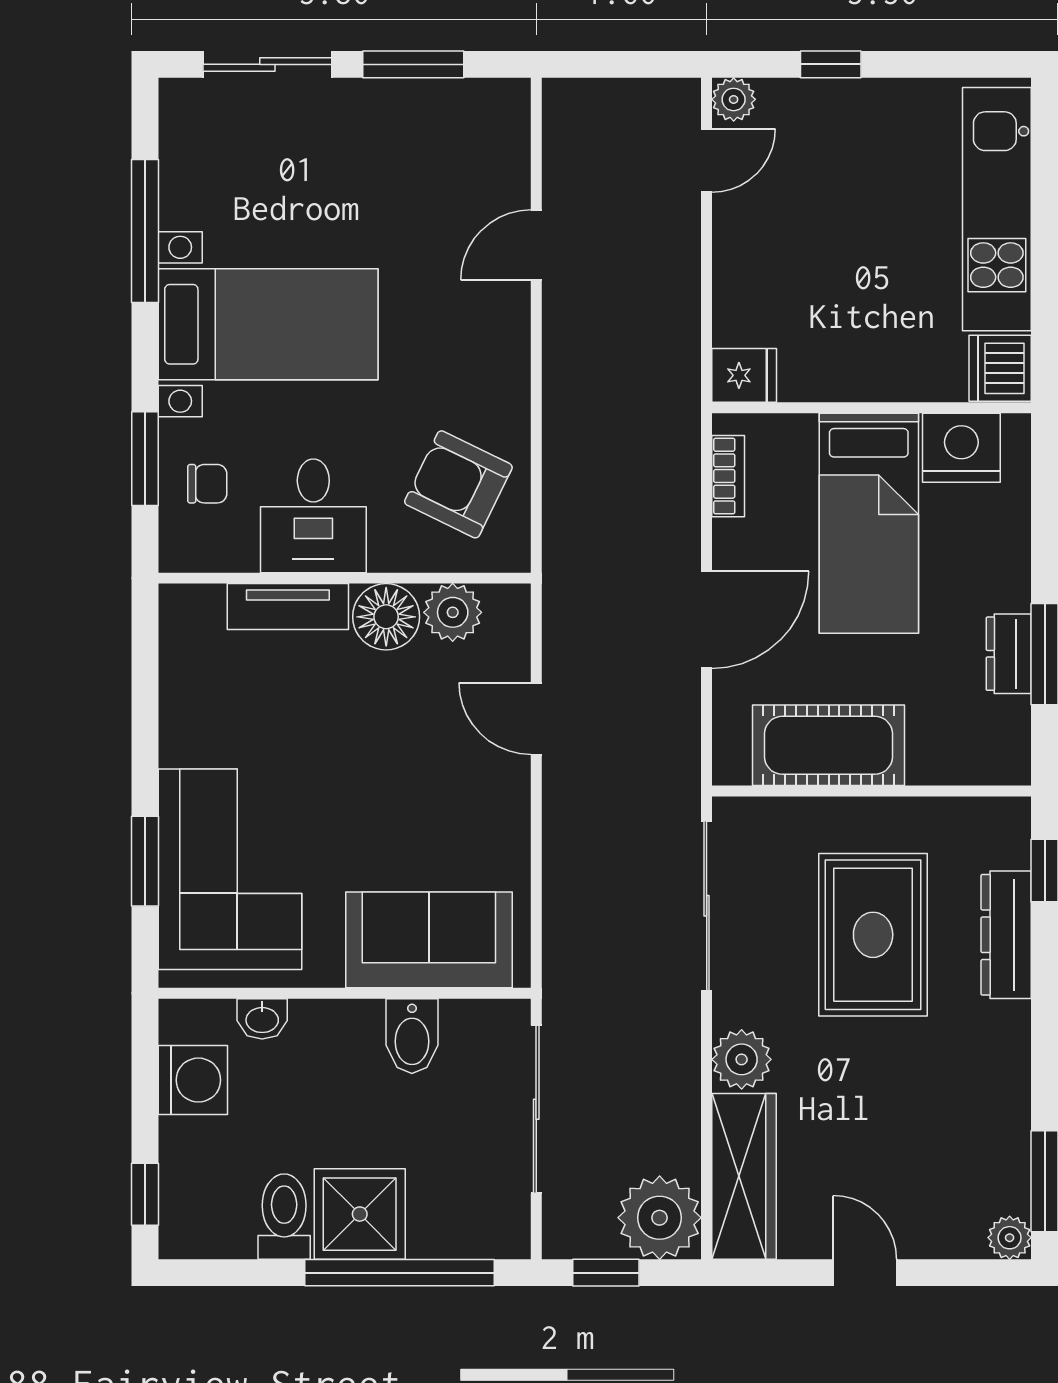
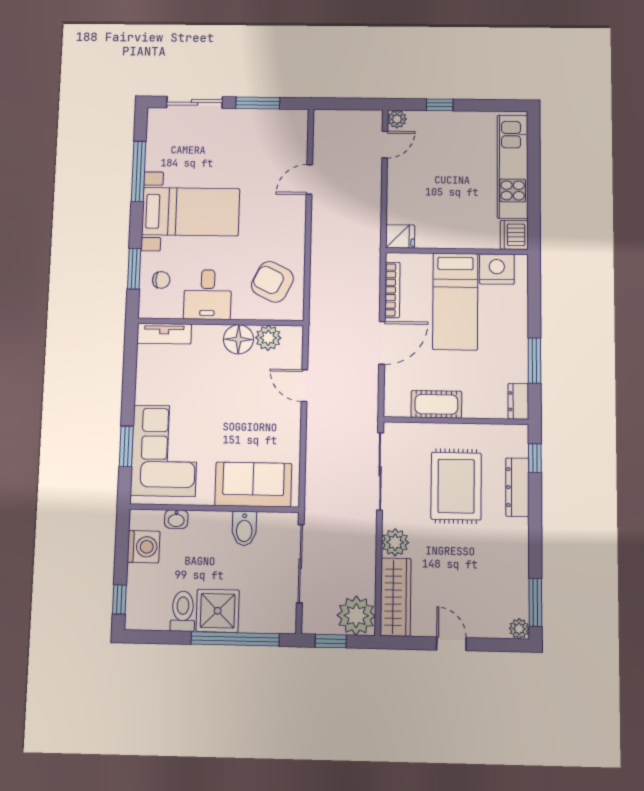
bookcase: (728, 476) -> (392, 290), width x1.56
tv unit: (288, 607) -> (164, 334), moved
dresser: (1009, 654) -> (518, 401), moved
cot: (829, 745) -> (436, 404), width x0.73, depth x0.75

